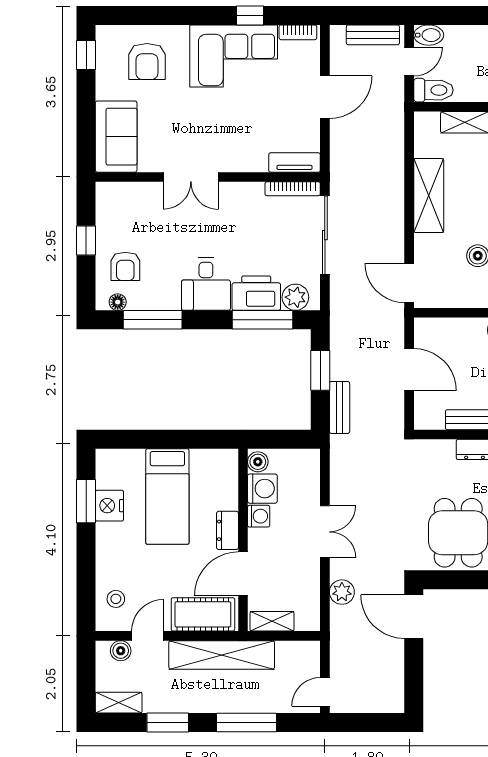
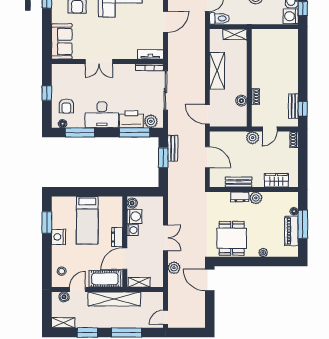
desk: (206, 284) -> (102, 115), width x1.37
bench: (340, 407) -> (173, 148), moved
nightstand: (109, 506) -> (58, 237), moved

